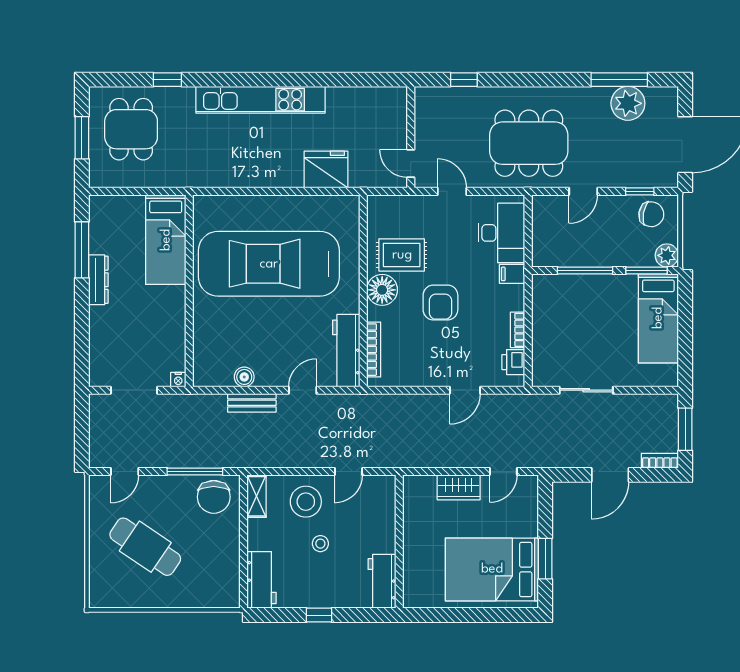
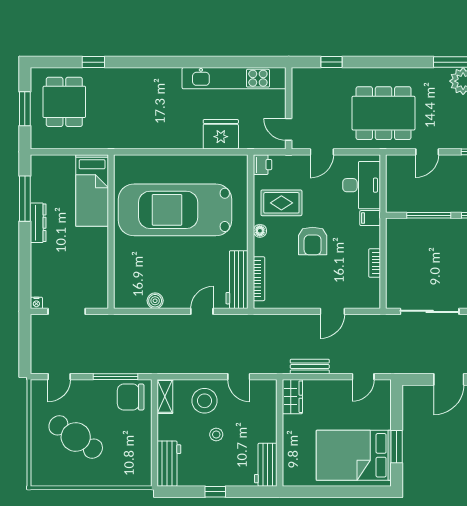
kitchen unit: (260, 100) -> (234, 78), moved
door: (452, 191) -> (322, 152), swing flipped
floor lamp: (382, 290) -> (260, 231), width x0.53, depth x0.53
printer: (513, 362) -> (262, 165), moved, turned 180
nightstand: (178, 380) -> (36, 303), moved
sliding door: (586, 390) -> (430, 311), width x1.37
bench: (252, 403) -> (310, 367), moved
door: (348, 472) -> (239, 377), hinge flipped
wardrobe: (459, 487) -> (292, 397), moved, turned -90
chair: (214, 497) -> (131, 397), turned 90

